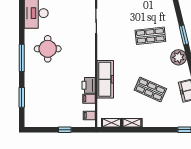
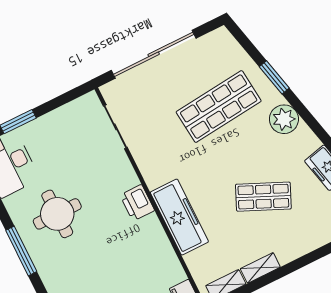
shop shelf: (150, 36) -> (219, 107), width x1.43, depth x1.36
printer: (89, 85) -> (137, 203), moved
filing cabinet: (89, 99) -> (168, 263), removed

